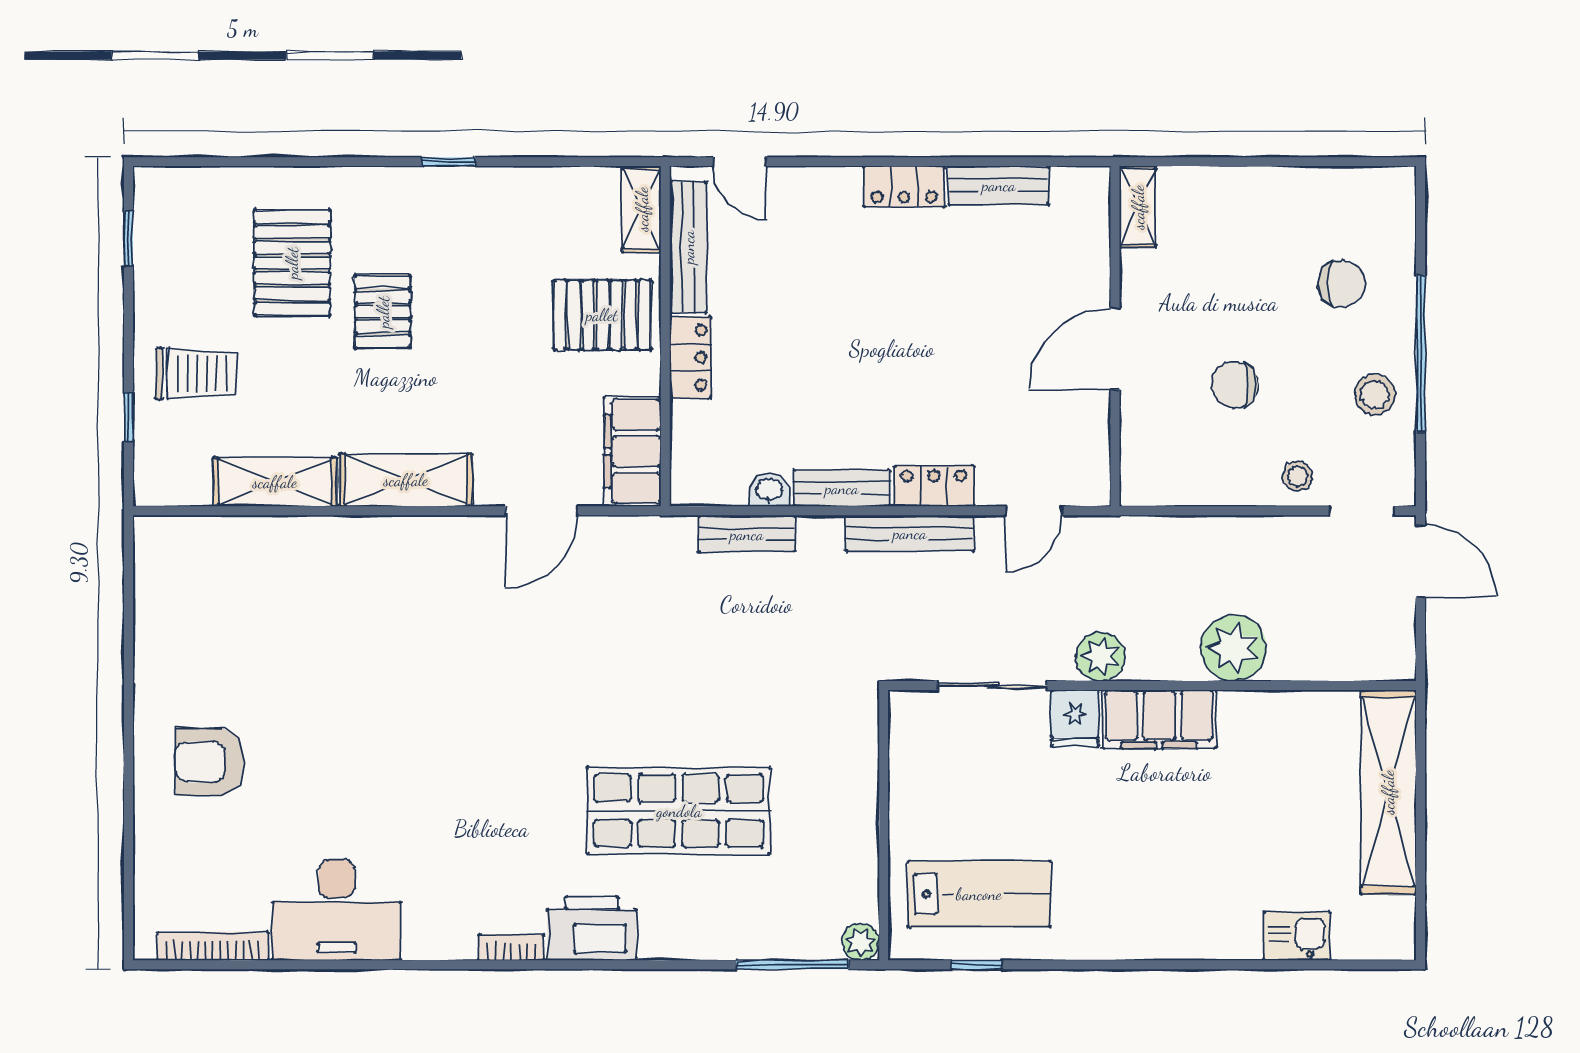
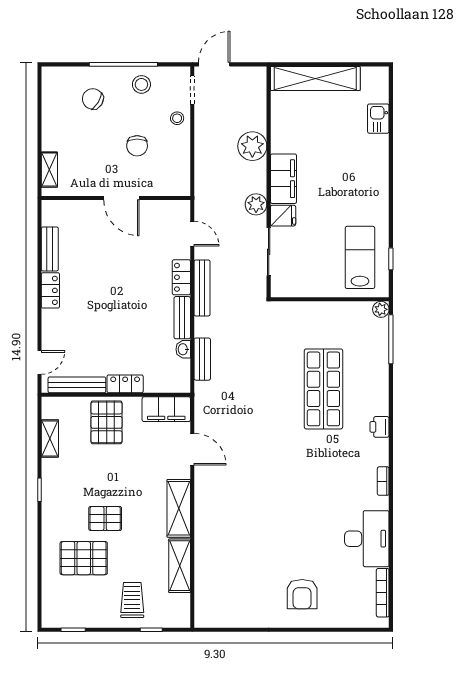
shelving: (1138, 207) -> (49, 170), moved, turned 90
shelving: (642, 209) -> (50, 438), moved, turned 90
chair: (1342, 284) -> (93, 99), turned -59
printer: (592, 928) -> (379, 427), width x0.53, depth x0.68
bookcase: (511, 947) -> (383, 481), moved

